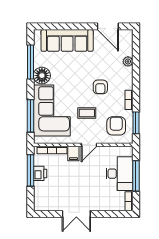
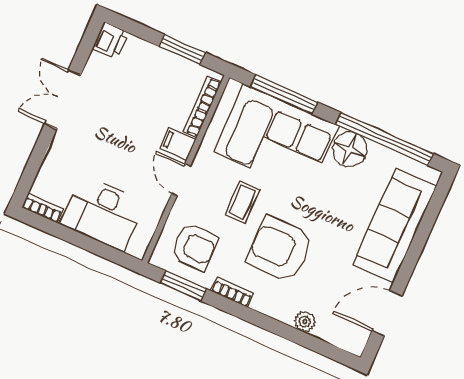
window: (30, 62) -> (385, 139), width x1.46
armchair: (100, 87) -> (280, 249), width x1.88, depth x1.88
window: (30, 170) -> (182, 49), width x0.69
printer: (40, 173) -> (110, 41), moved, turned -90
window: (136, 176) -> (84, 242), removed

